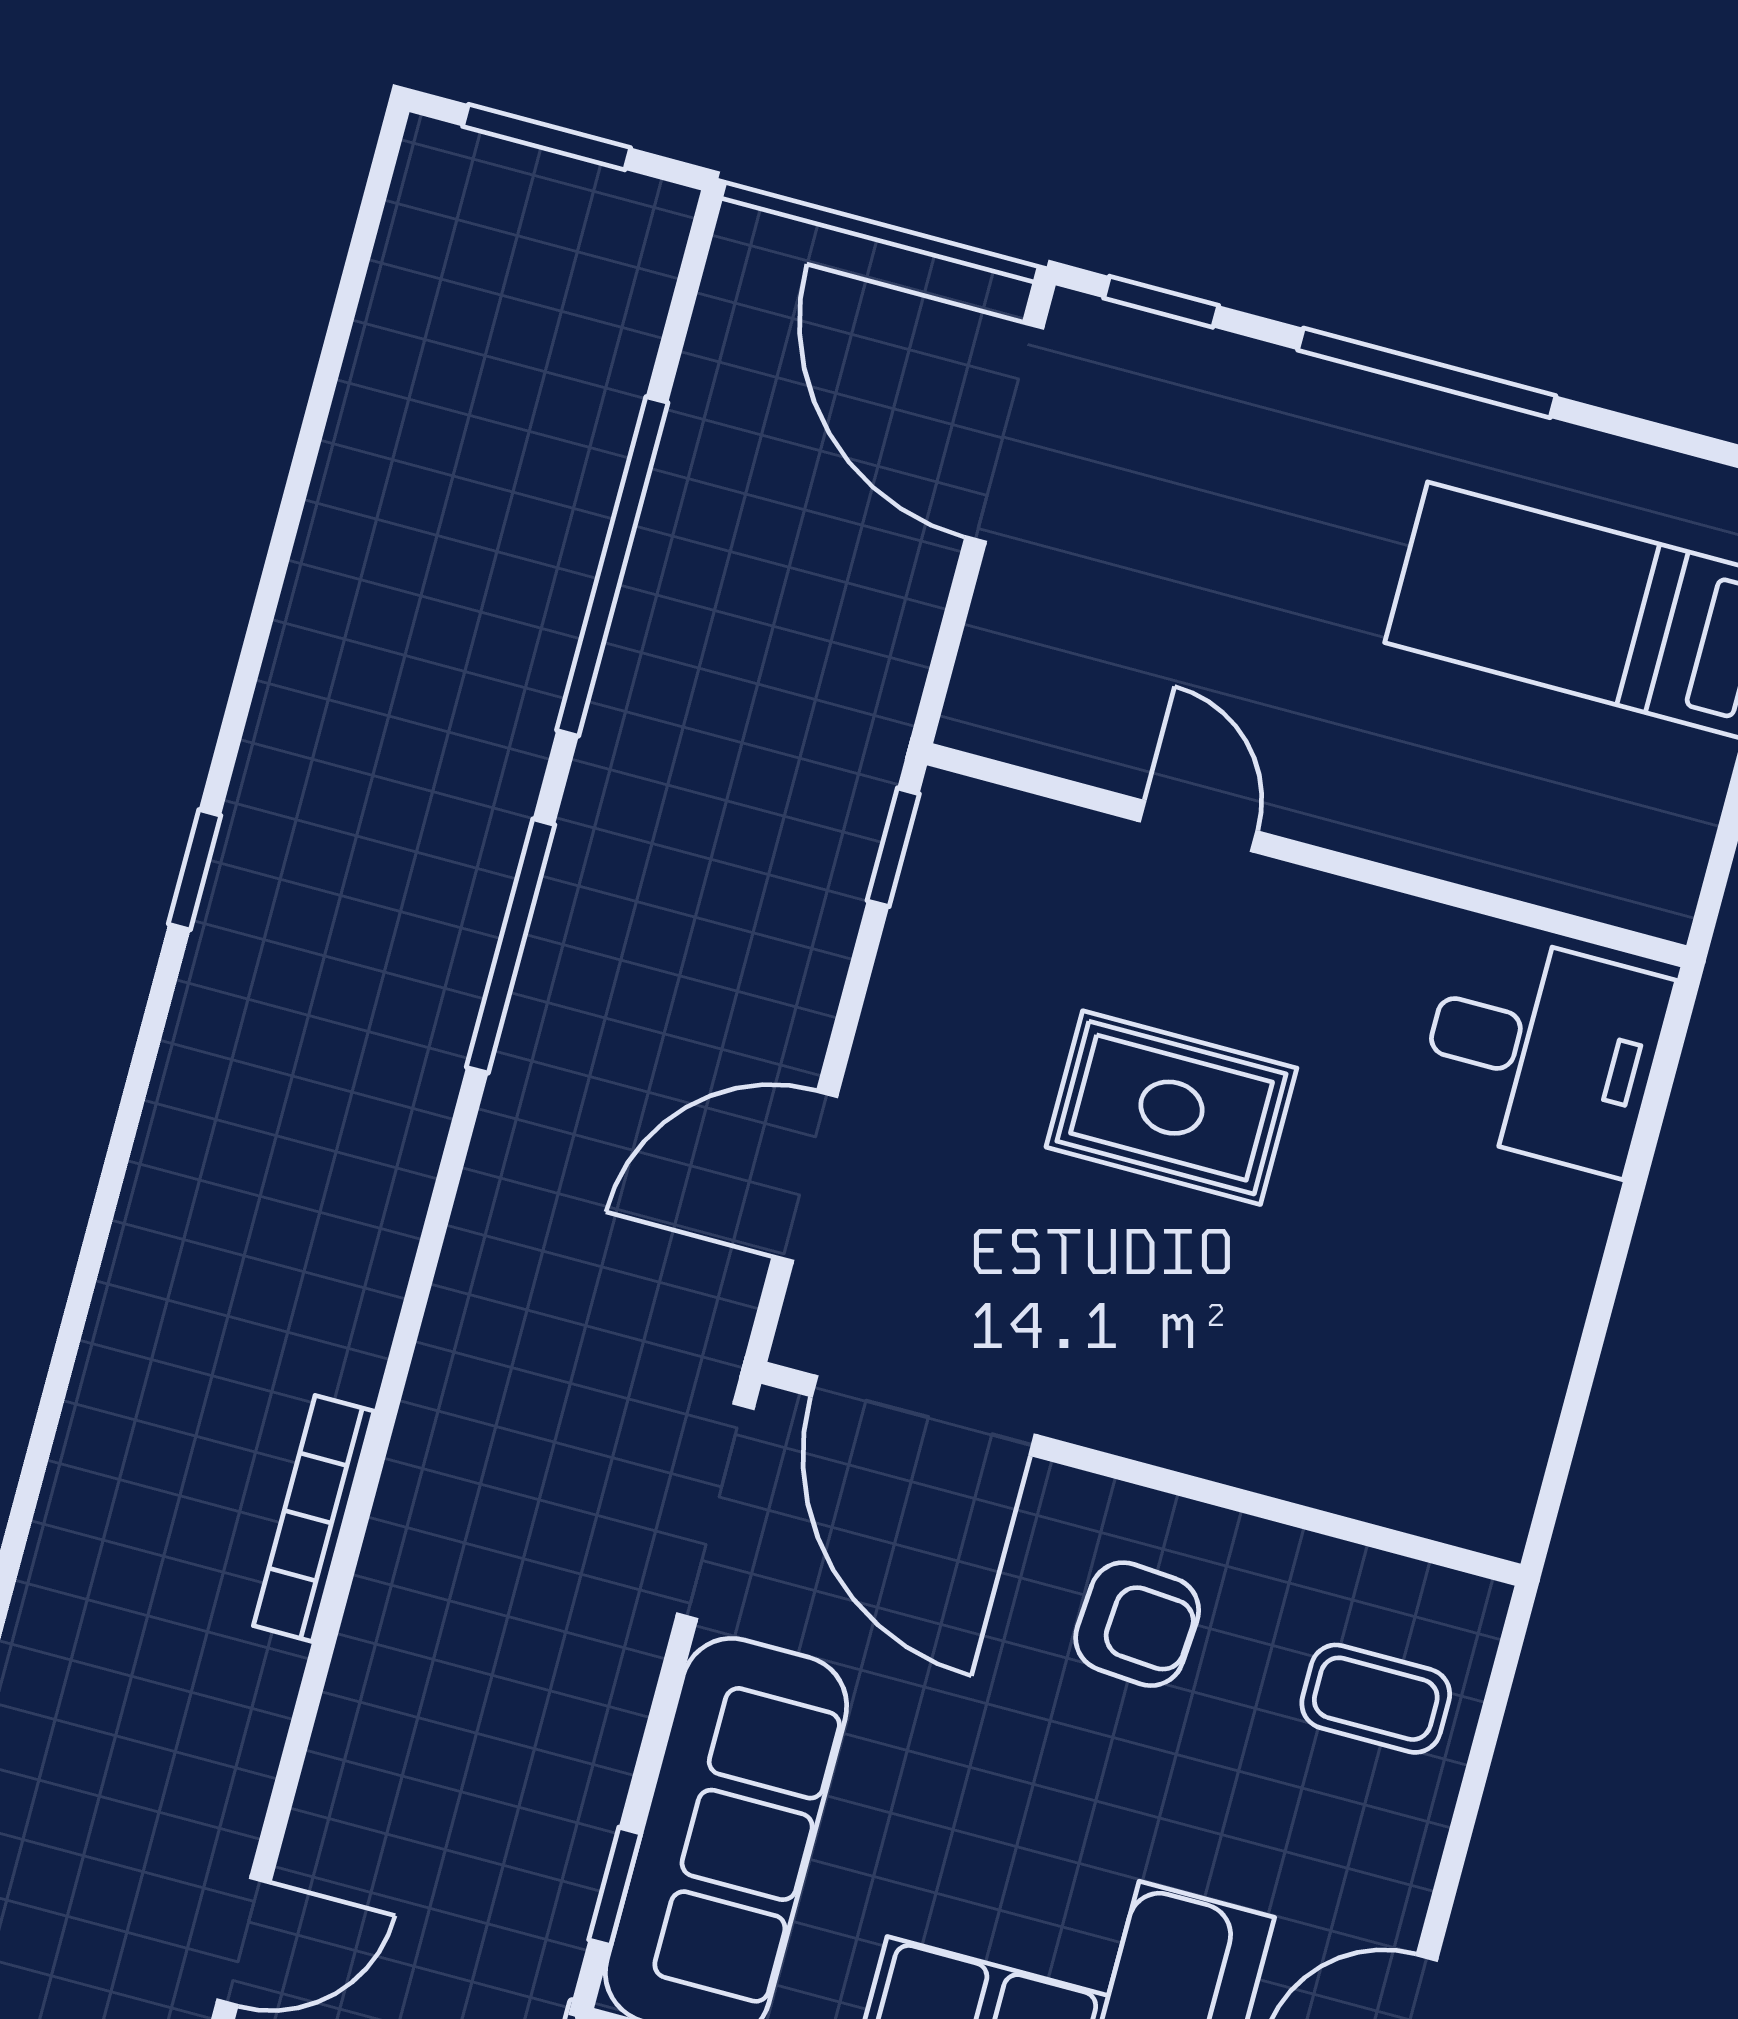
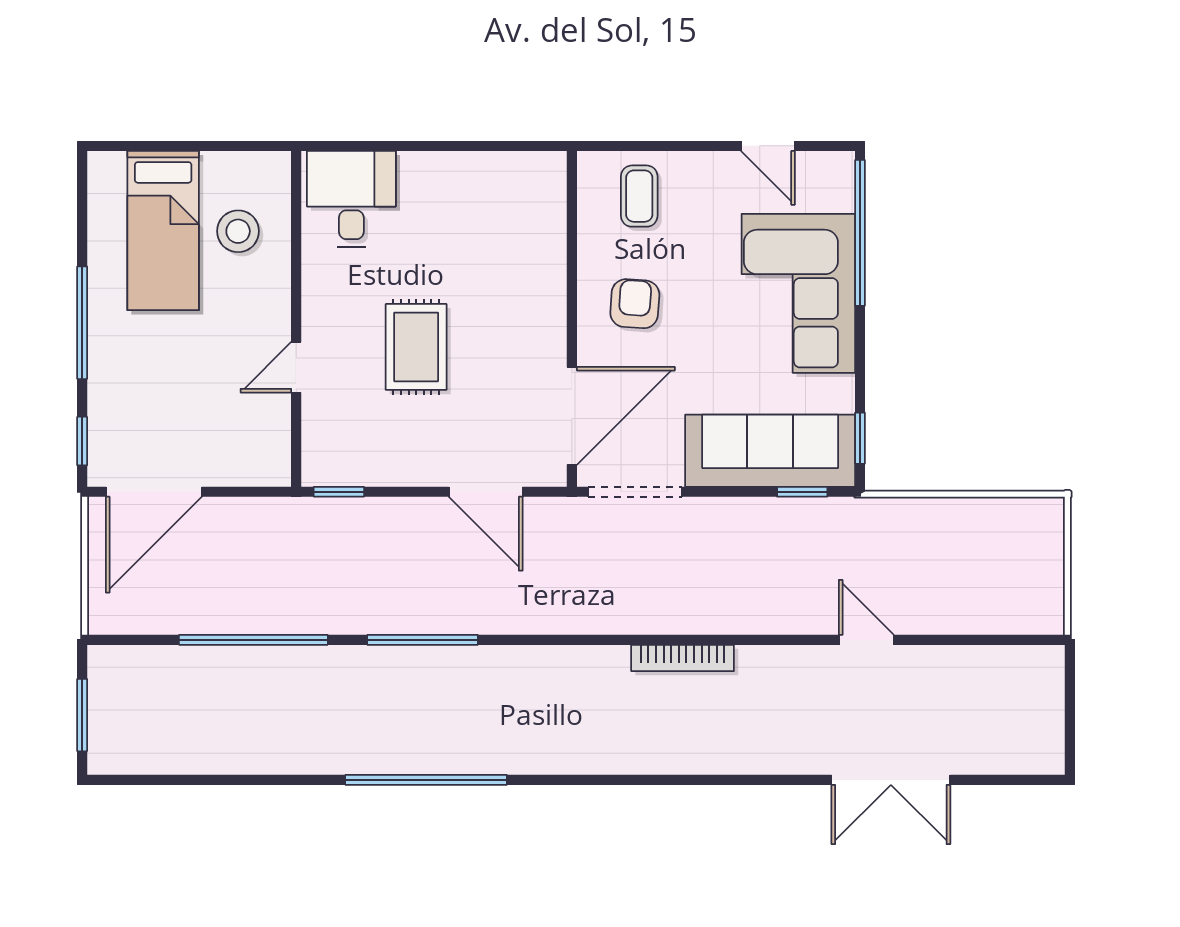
stool: (1538, 778) -> (238, 231), added
window: (195, 870) -> (426, 780), width x3.17

